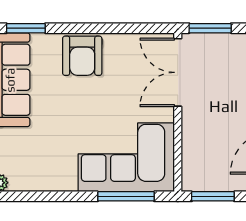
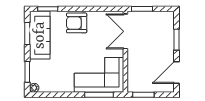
armchair: (82, 56) -> (77, 23), turned 90

